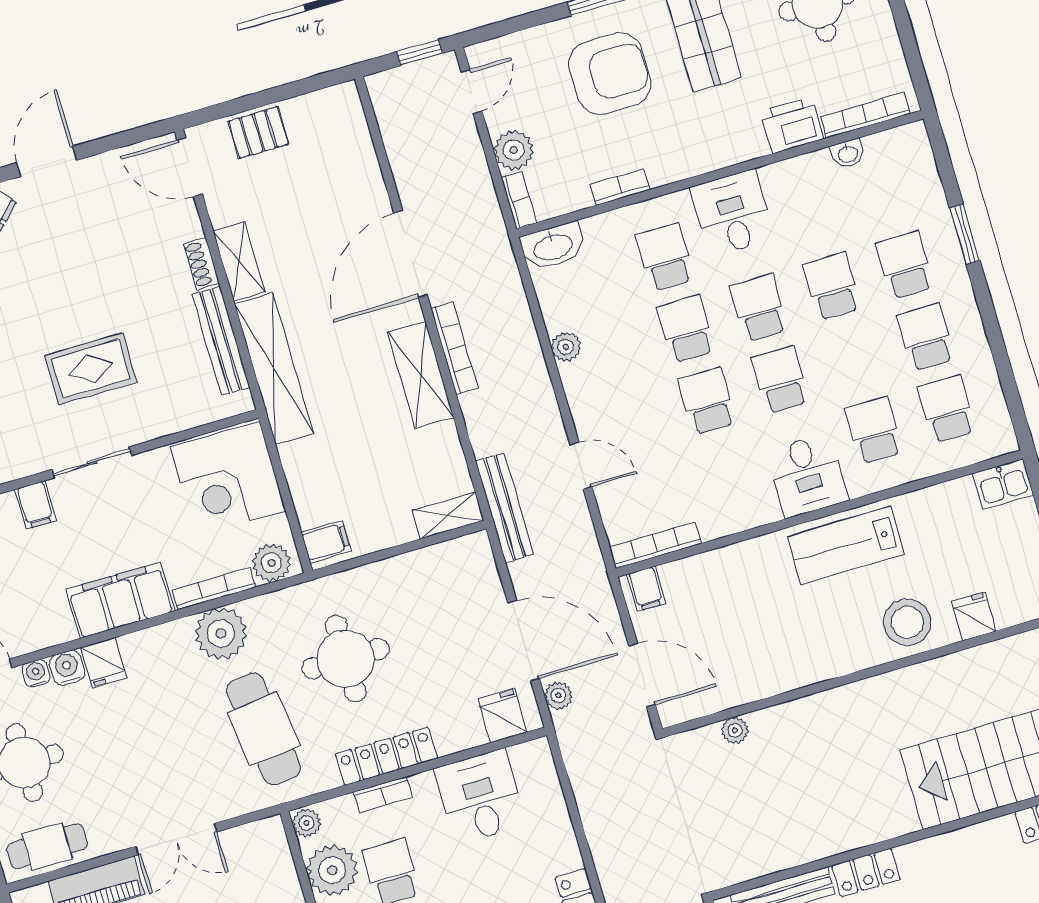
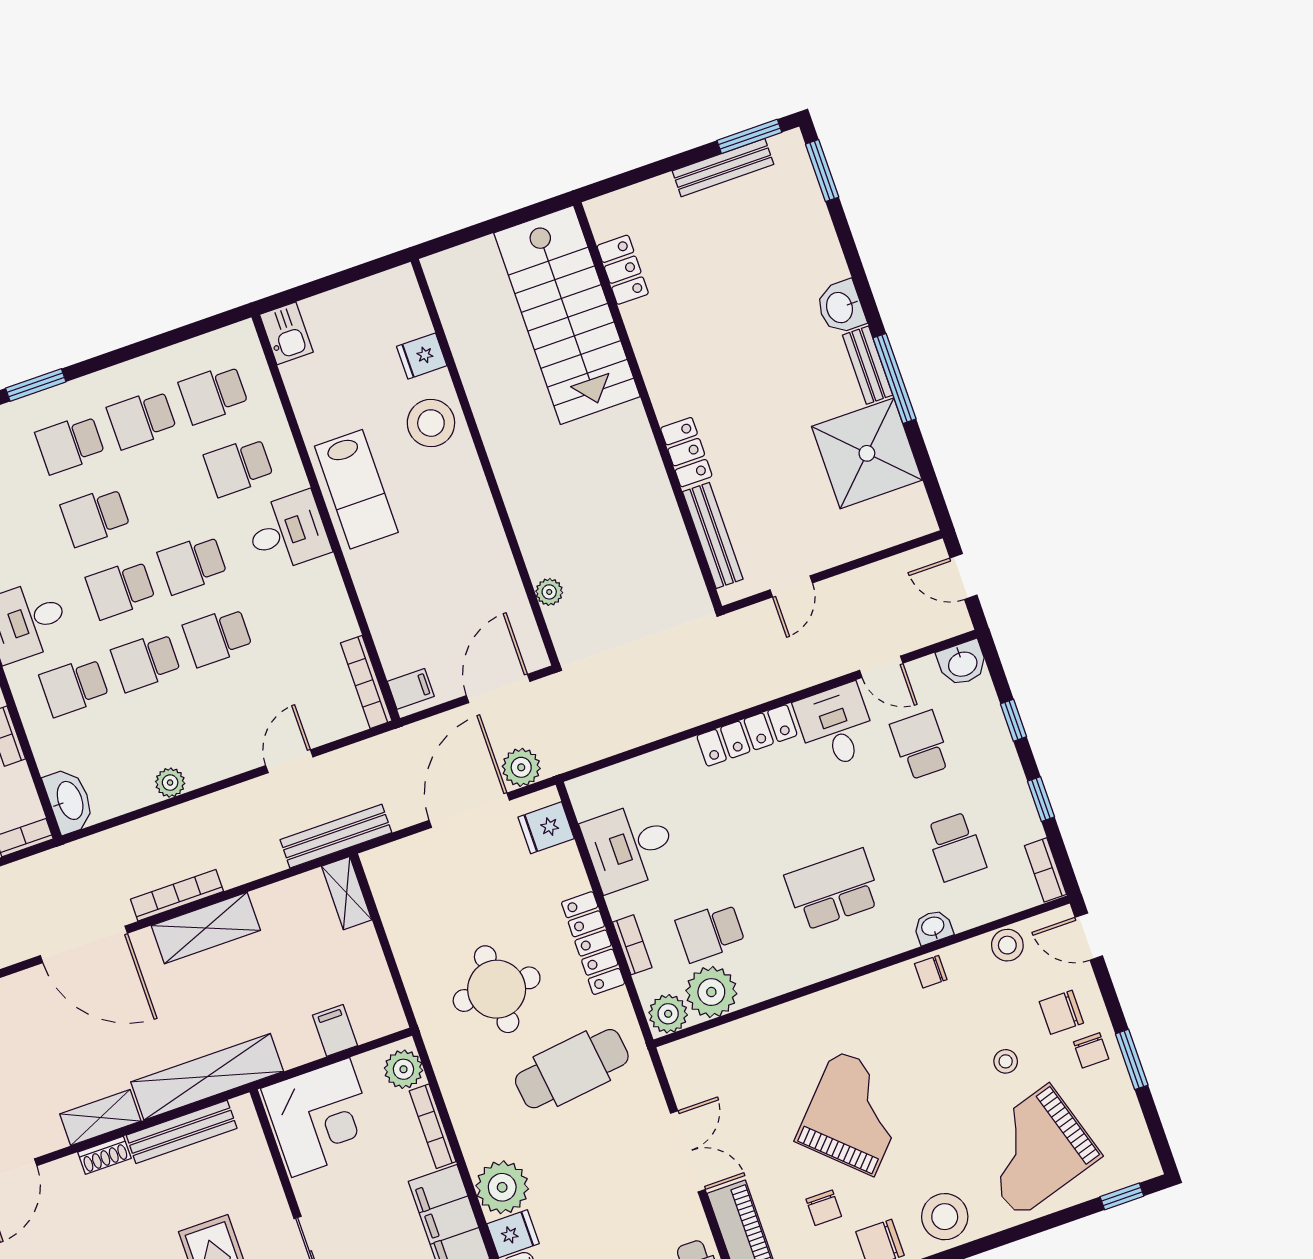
filing cabinet: (326, 542) -> (335, 1030), moved
plant: (221, 633) -> (502, 1187), moved
plant: (558, 695) -> (521, 767), width x1.38, depth x1.38
plant: (306, 823) -> (668, 1014), width x1.38, depth x1.38

